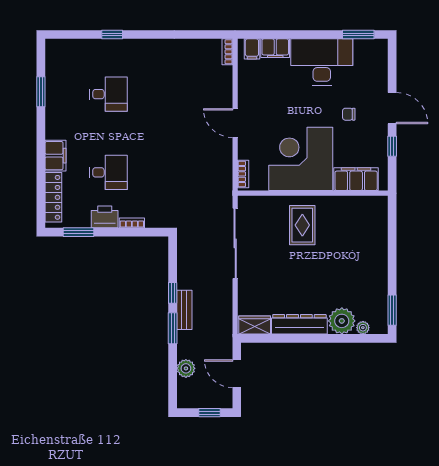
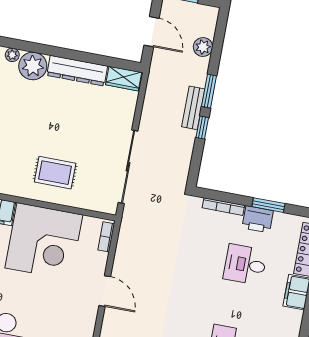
bookcase: (132, 223) -> (223, 207), width x1.56
rug: (302, 225) -> (55, 173), turned 90
window: (78, 232) -> (268, 205), moved

